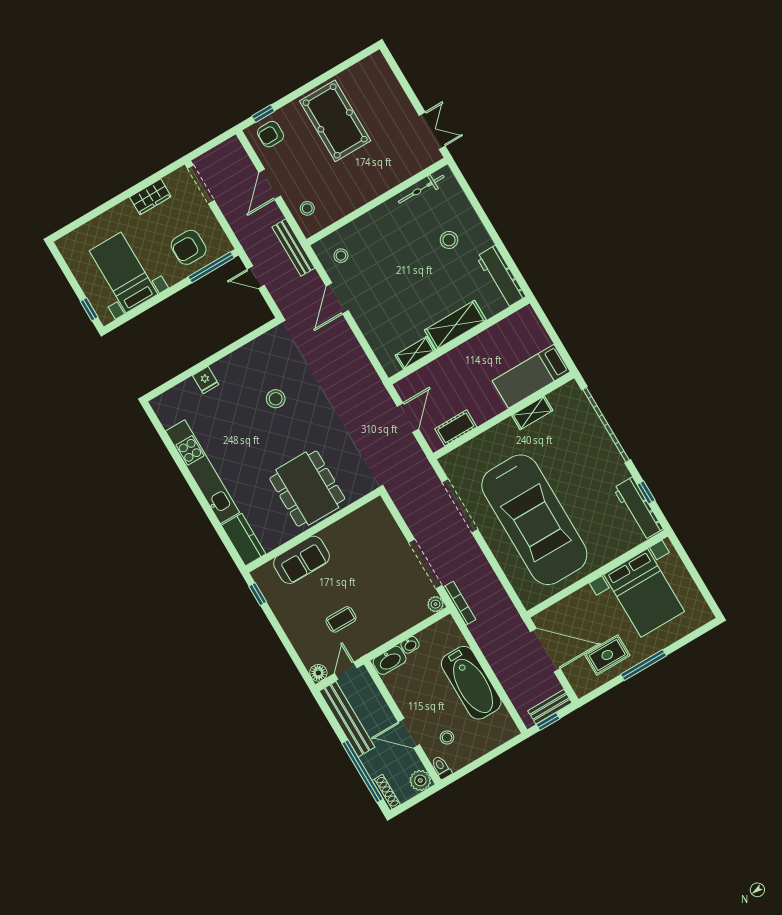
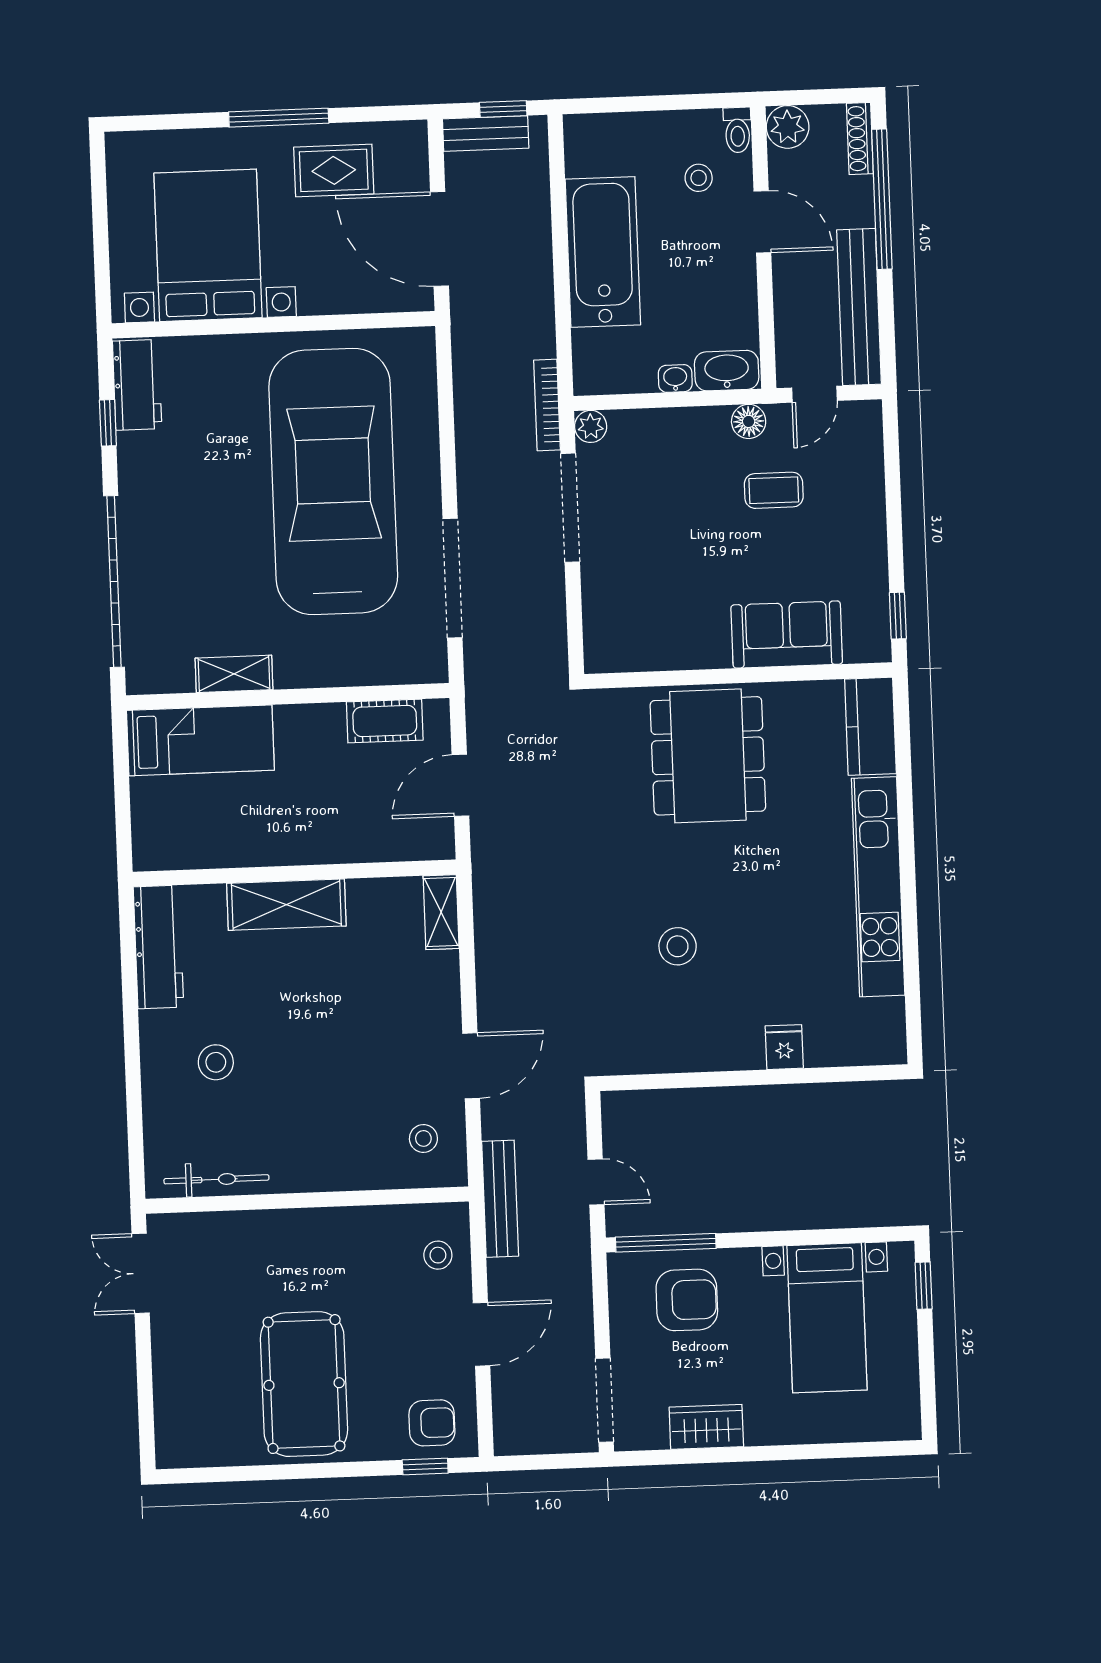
shelving: (415, 353) -> (441, 912), moved, turned 90
workbench: (638, 509) -> (137, 385), width x0.73
floor lamp: (318, 673) -> (749, 421), moved

